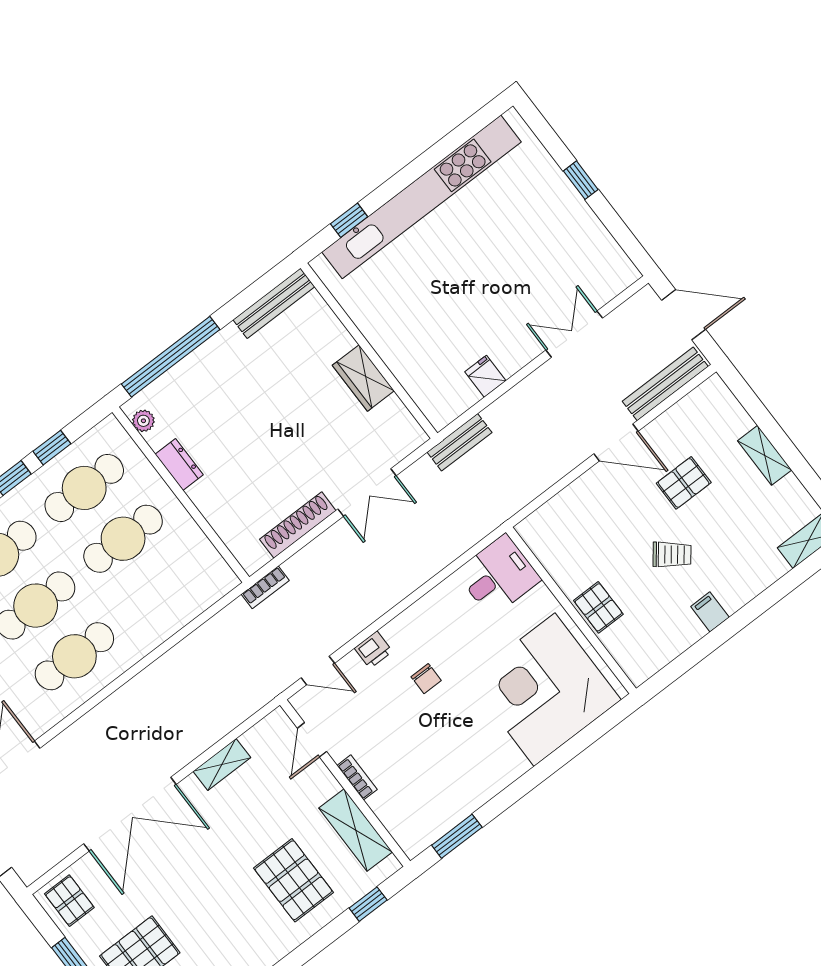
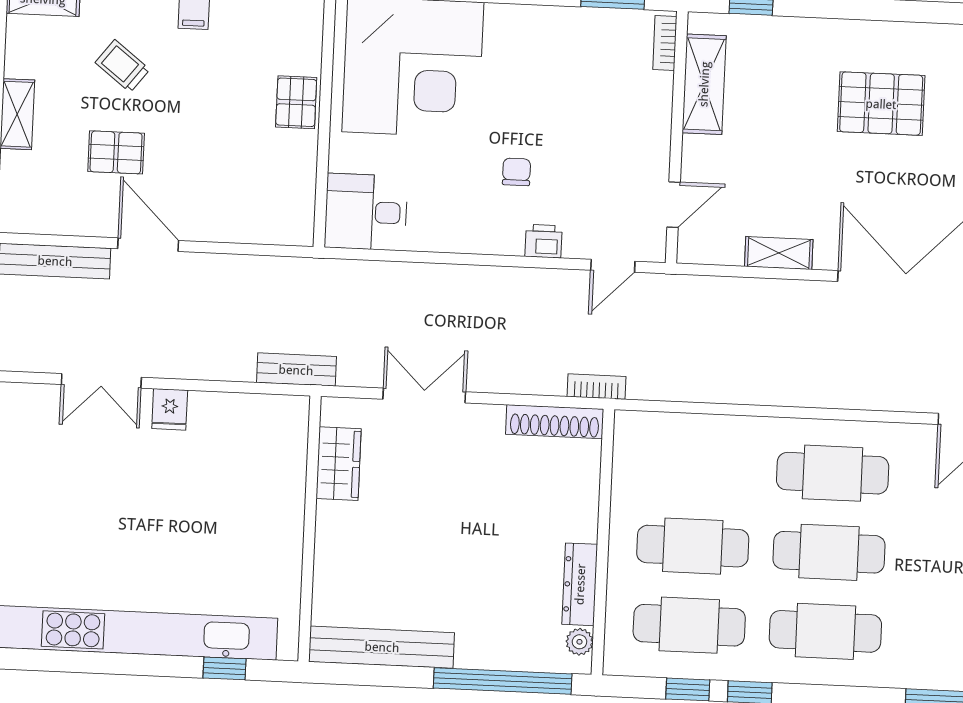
bench: (274, 303) -> (382, 647), width x1.37, depth x1.21
fridge: (485, 376) -> (170, 409), moved
wardrobe: (363, 378) -> (339, 464), moved
dresser: (179, 464) -> (580, 584), width x1.44
shoe rack: (298, 525) -> (555, 422), moved
trolley: (672, 555) -> (122, 66), moved
door: (318, 671) -> (613, 266), swing flipped
bookcase: (357, 777) -> (665, 43), moved
pallet: (293, 880) -> (881, 104), moved, turned 90

